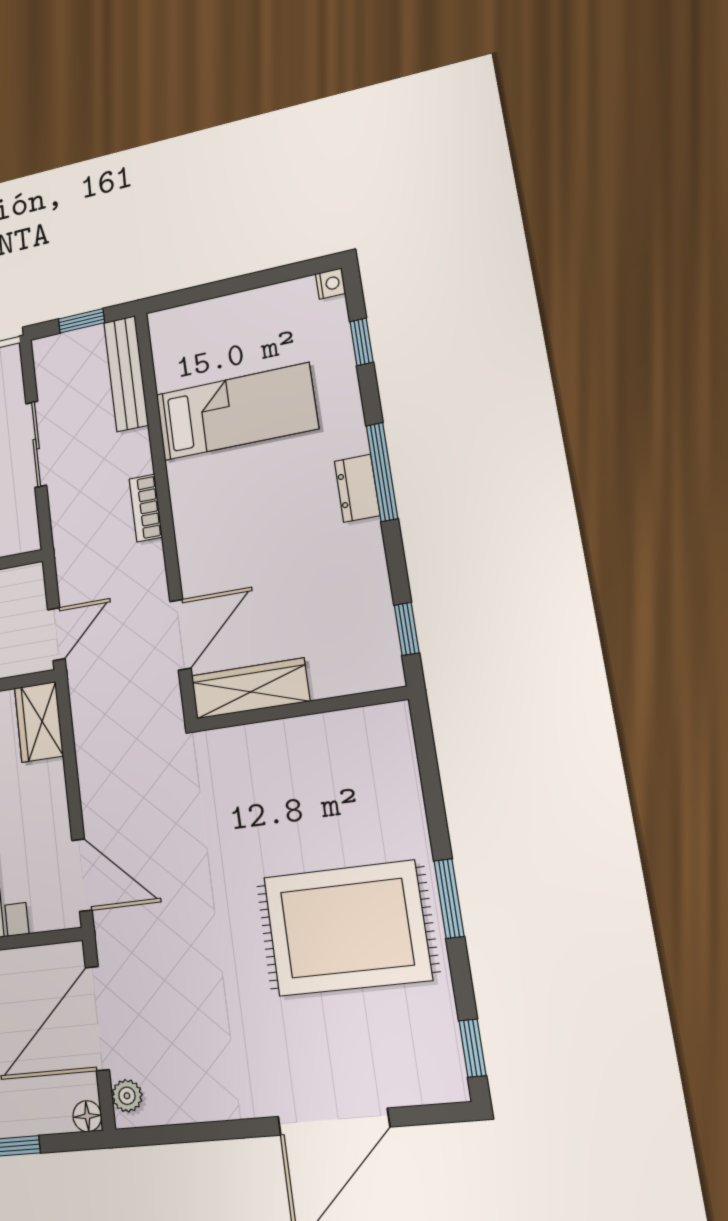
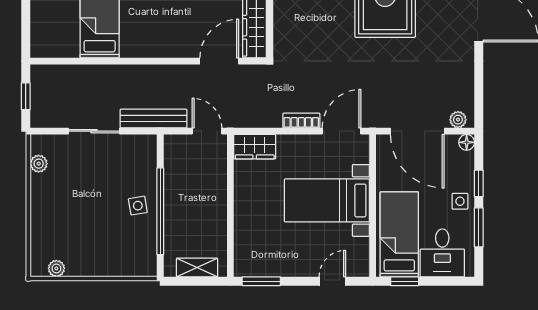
bench: (126, 373) -> (154, 119), moved
bookcase: (146, 508) -> (301, 121), moved, turned 180
door: (180, 635) -> (219, 61), hinge flipped

